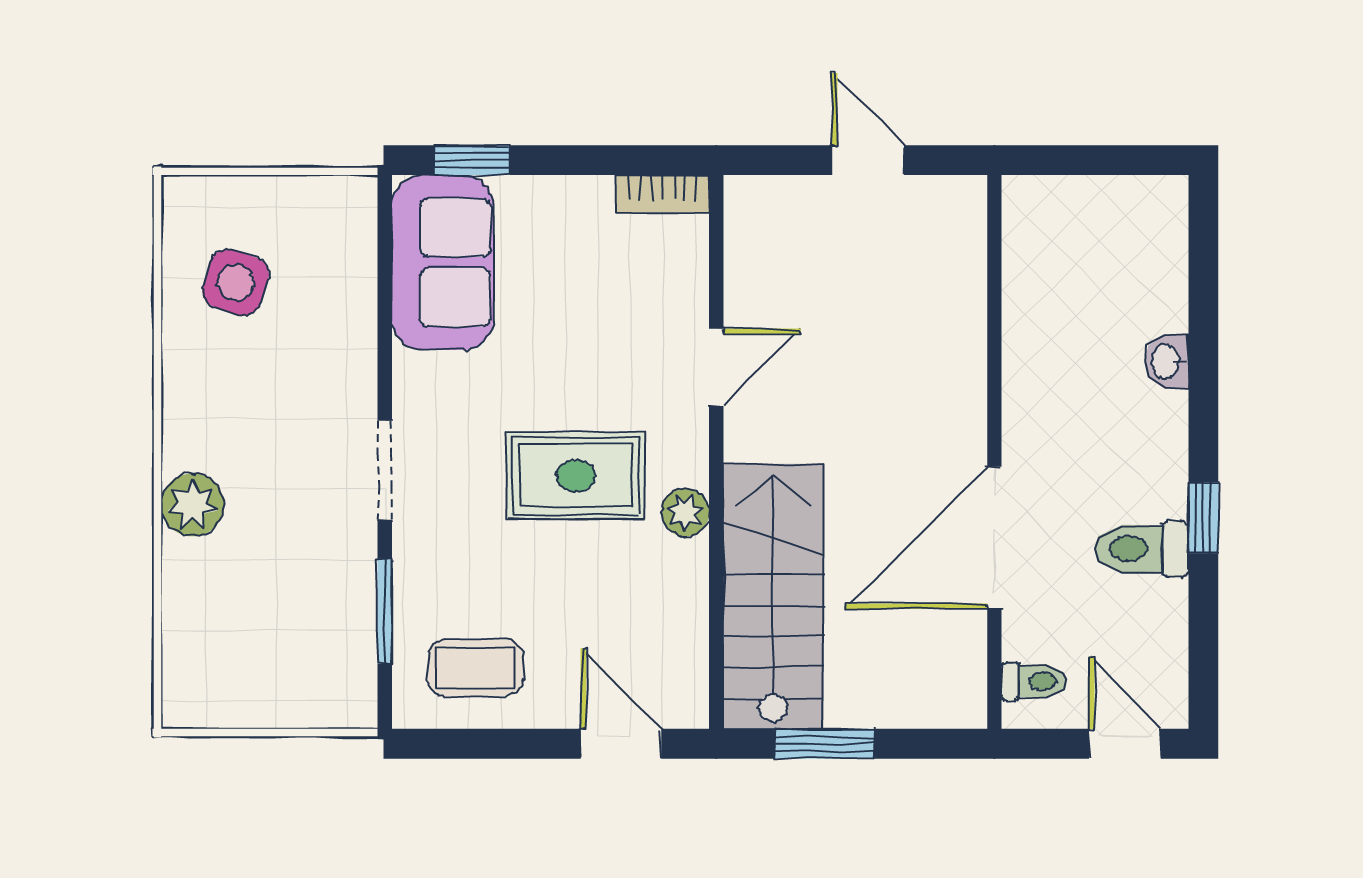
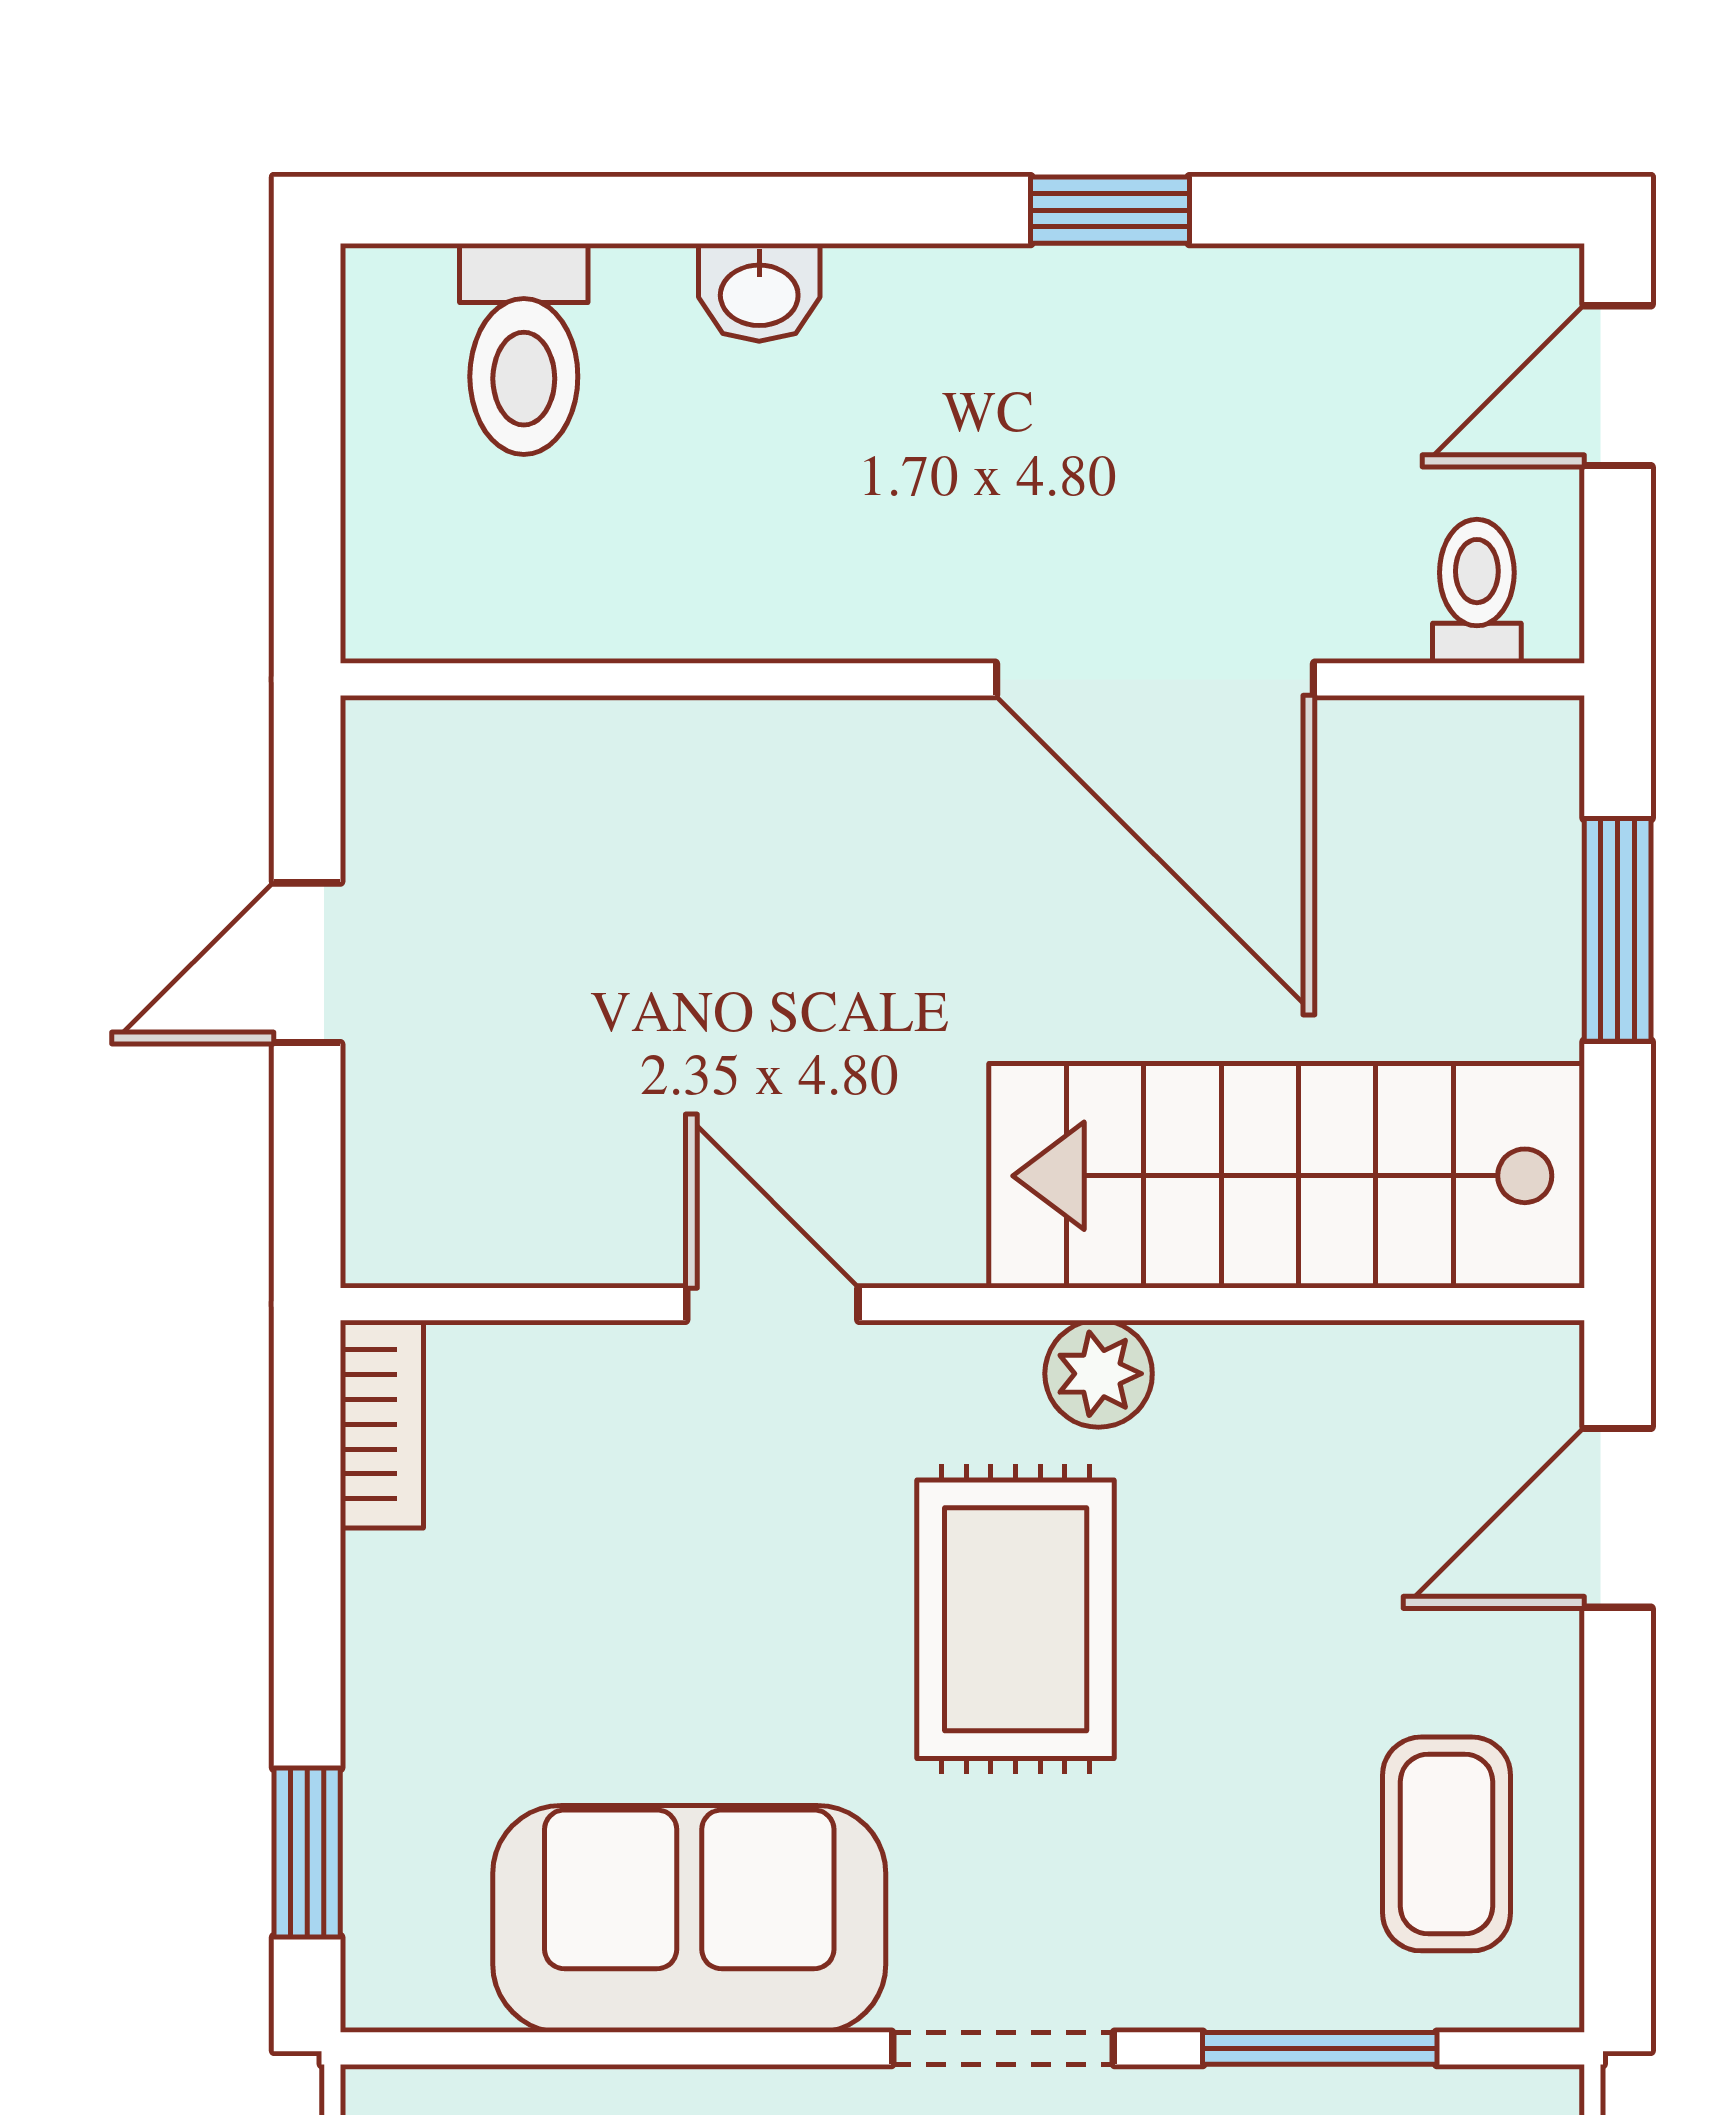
sofa: (442, 262) -> (689, 1919), moved
toilet: (1141, 549) -> (524, 349), moved
window: (824, 744) -> (1618, 930), moved

